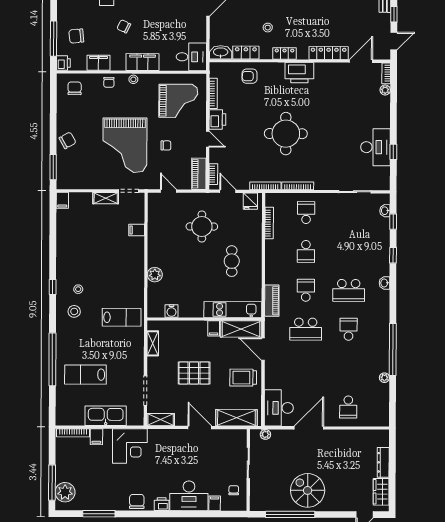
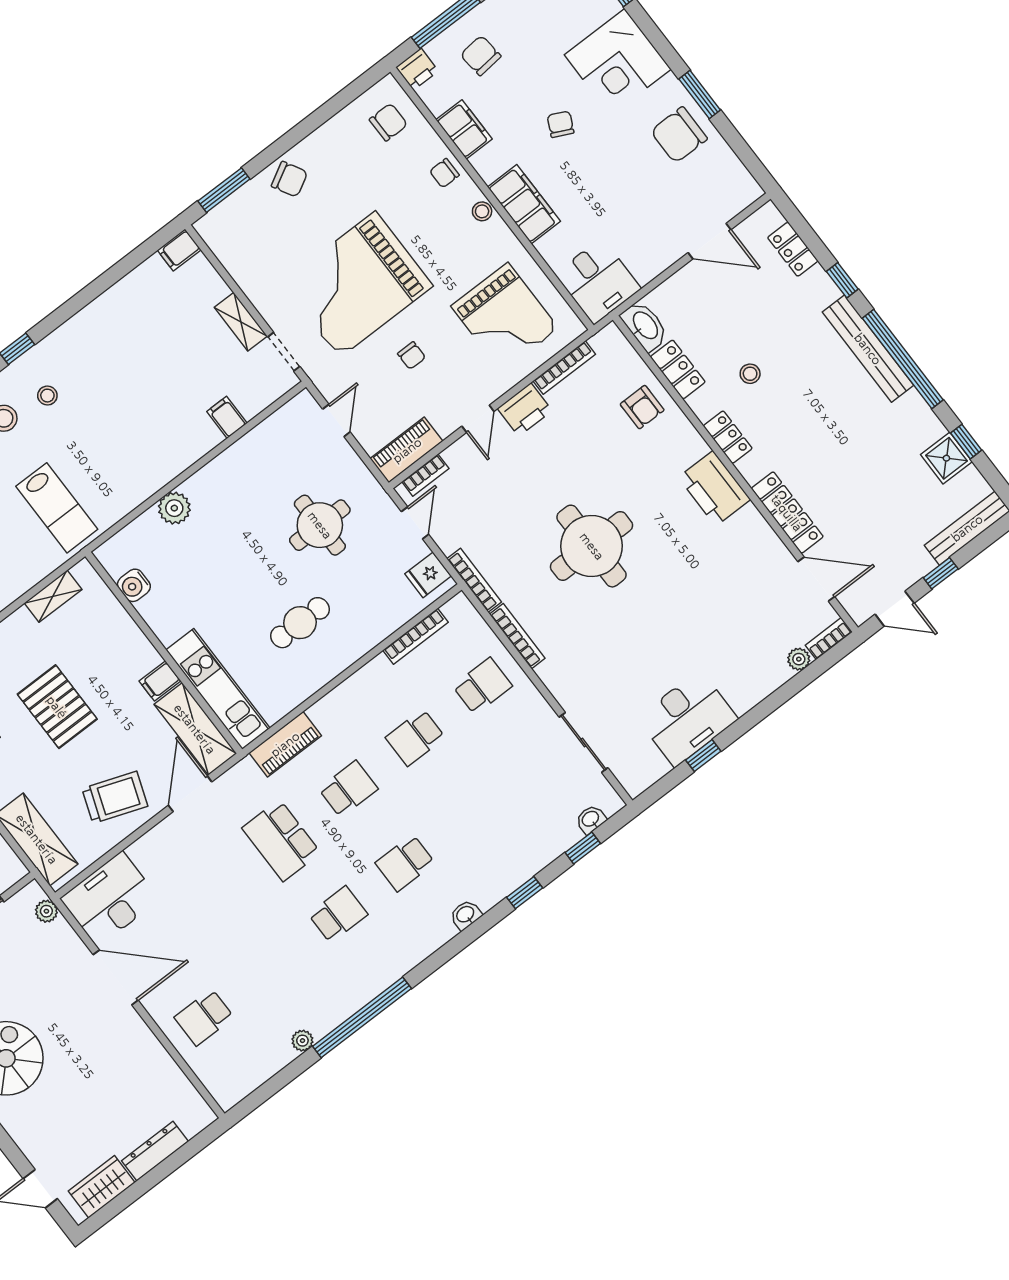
armchair: (250, 76) -> (642, 407), turned 180
school desk: (349, 290) -> (405, 863), width x0.54
trolley: (243, 378) -> (115, 797), turned 110

